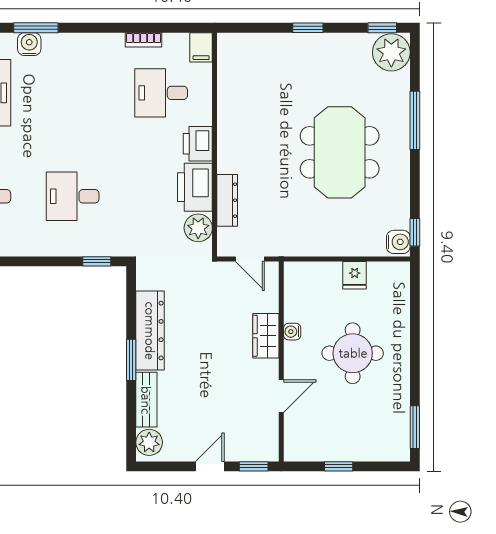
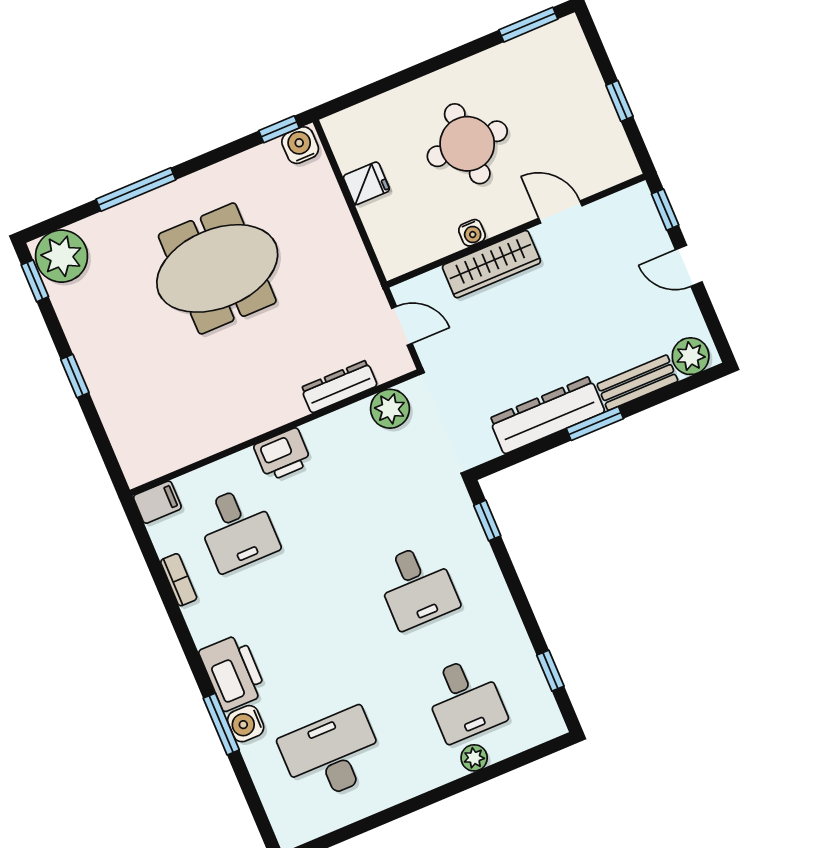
printer: (195, 187) -> (233, 672), moved, turned -90
door: (250, 259) -> (402, 326), hinge flipped
wardrobe: (266, 336) -> (491, 264), width x1.50

